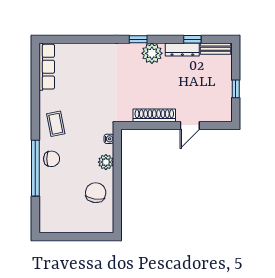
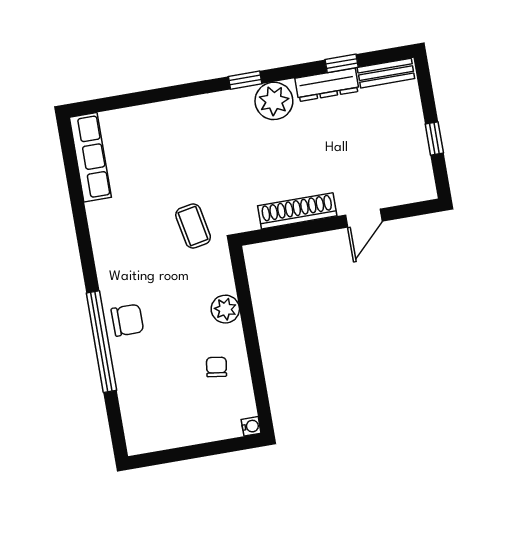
coffee table: (56, 124) -> (193, 226), moved
water cooler: (109, 139) -> (251, 426), moved
chair: (96, 193) -> (217, 367), width x0.54, depth x0.54

